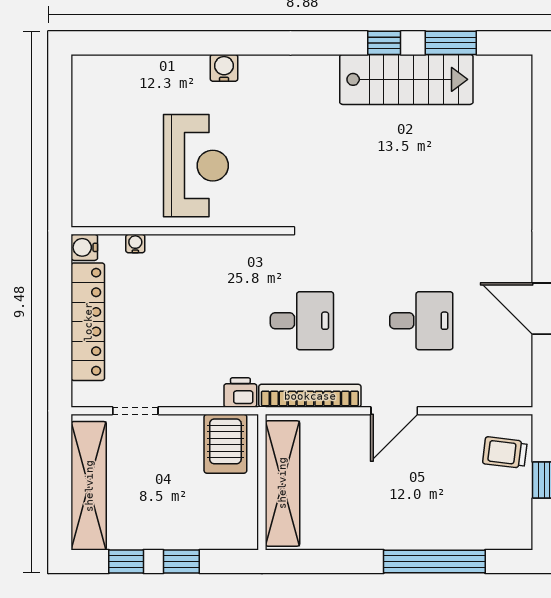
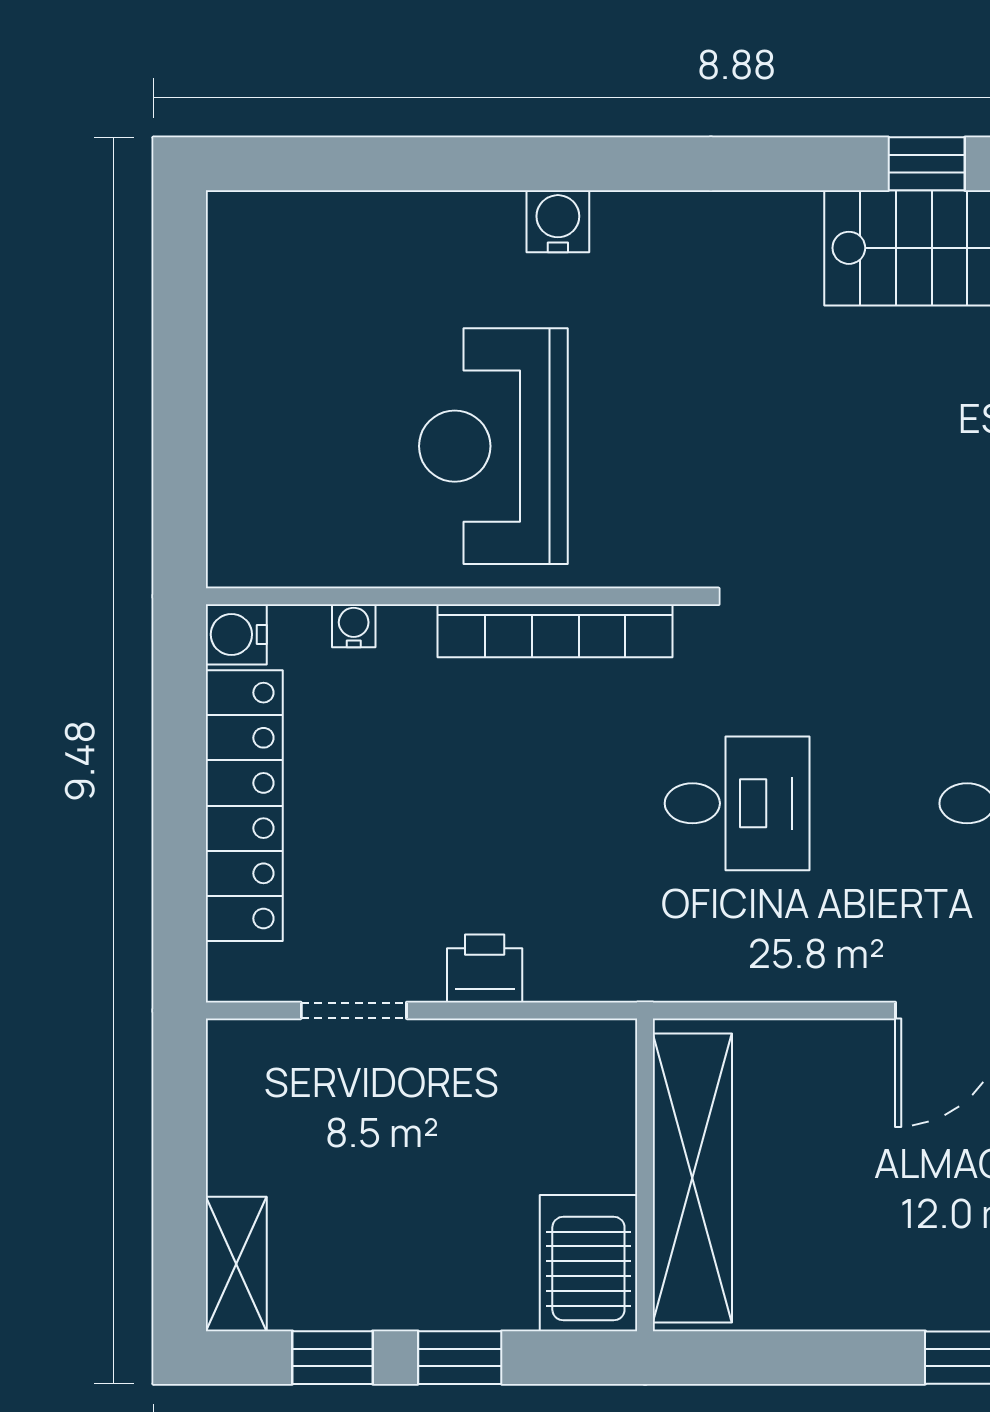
reception desk: (196, 166) -> (493, 446), turned 180
printer: (240, 392) -> (485, 969), moved
bookcase: (310, 396) -> (555, 631), moved, turned 180
server rack: (225, 444) -> (588, 1263), moved, turned 180
shelving: (89, 486) -> (236, 1264), width x0.45, depth x0.75

